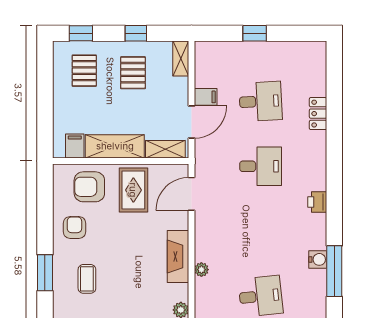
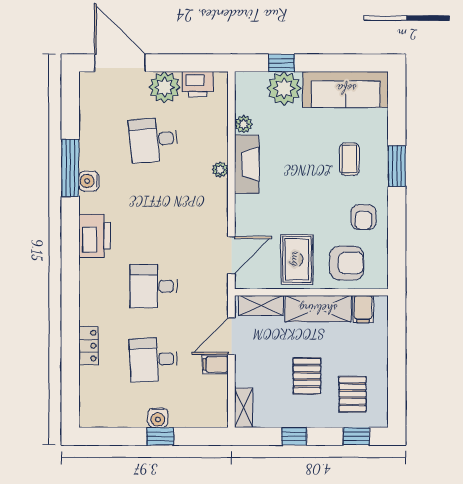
water cooler: (257, 50) -> (158, 418), added
pallet: (133, 73) -> (307, 376), moved
printer: (317, 202) -> (94, 236), width x1.87, depth x1.48
fireplace: (178, 257) -> (247, 164), moved

